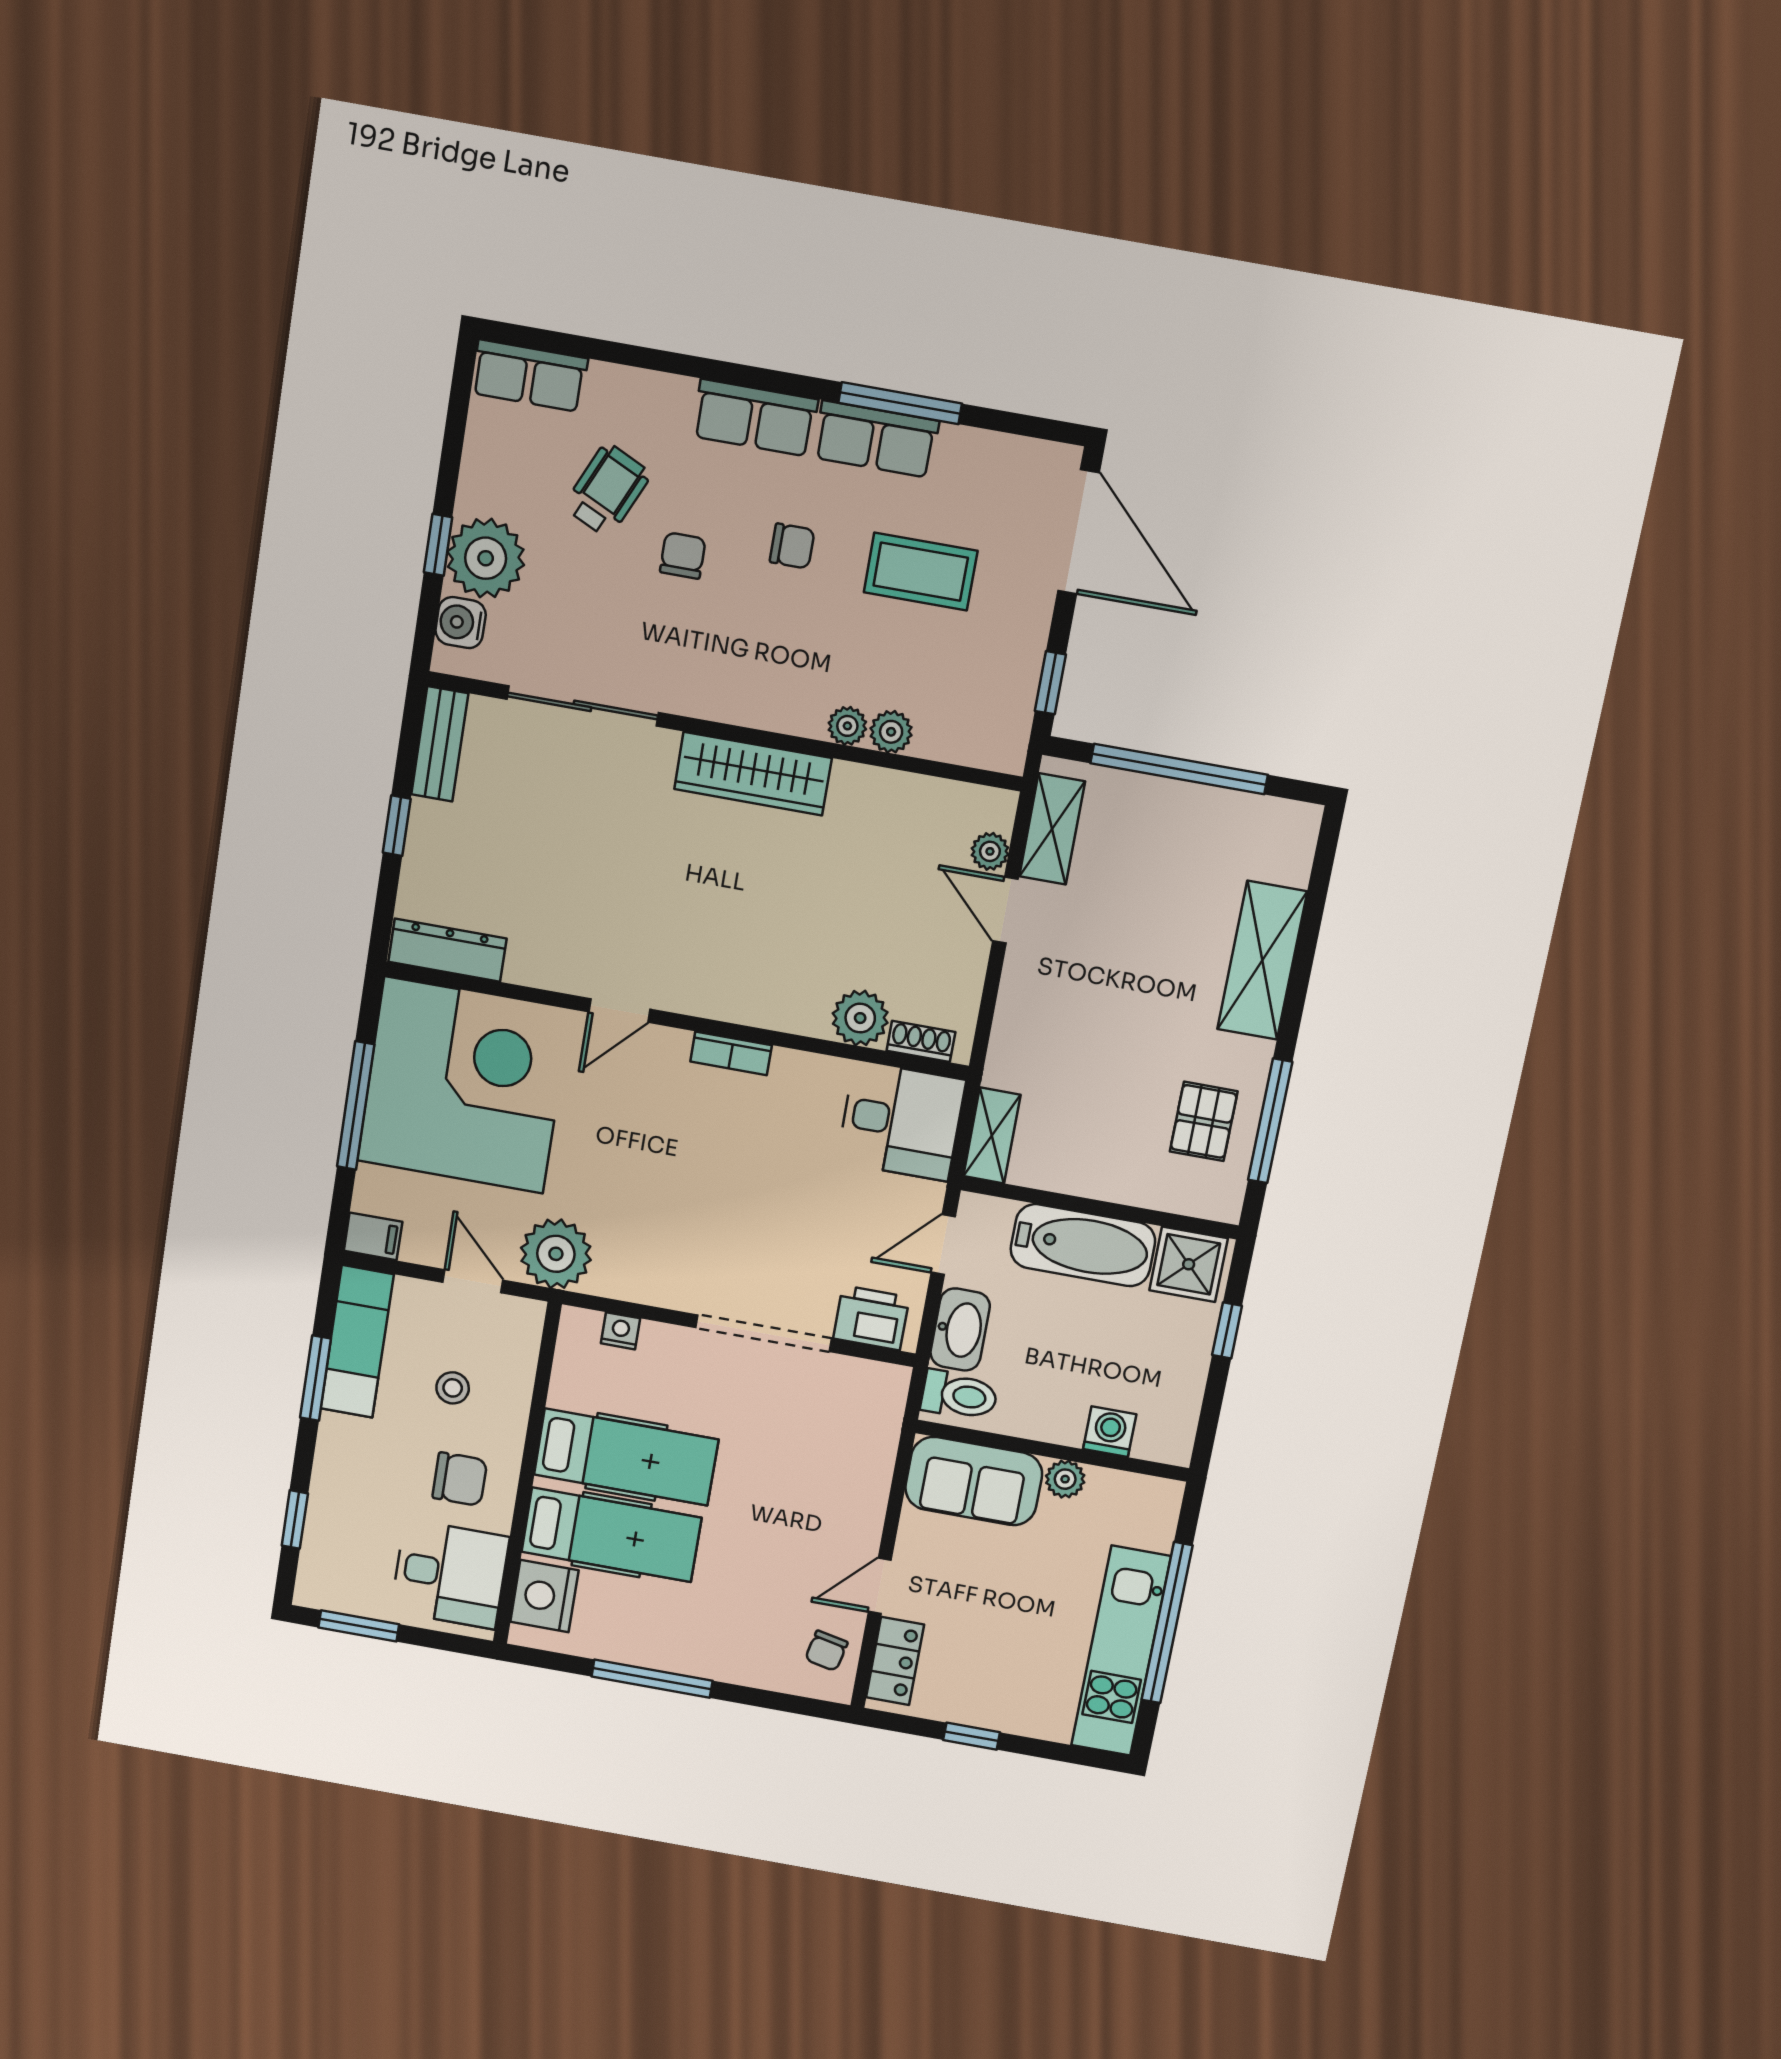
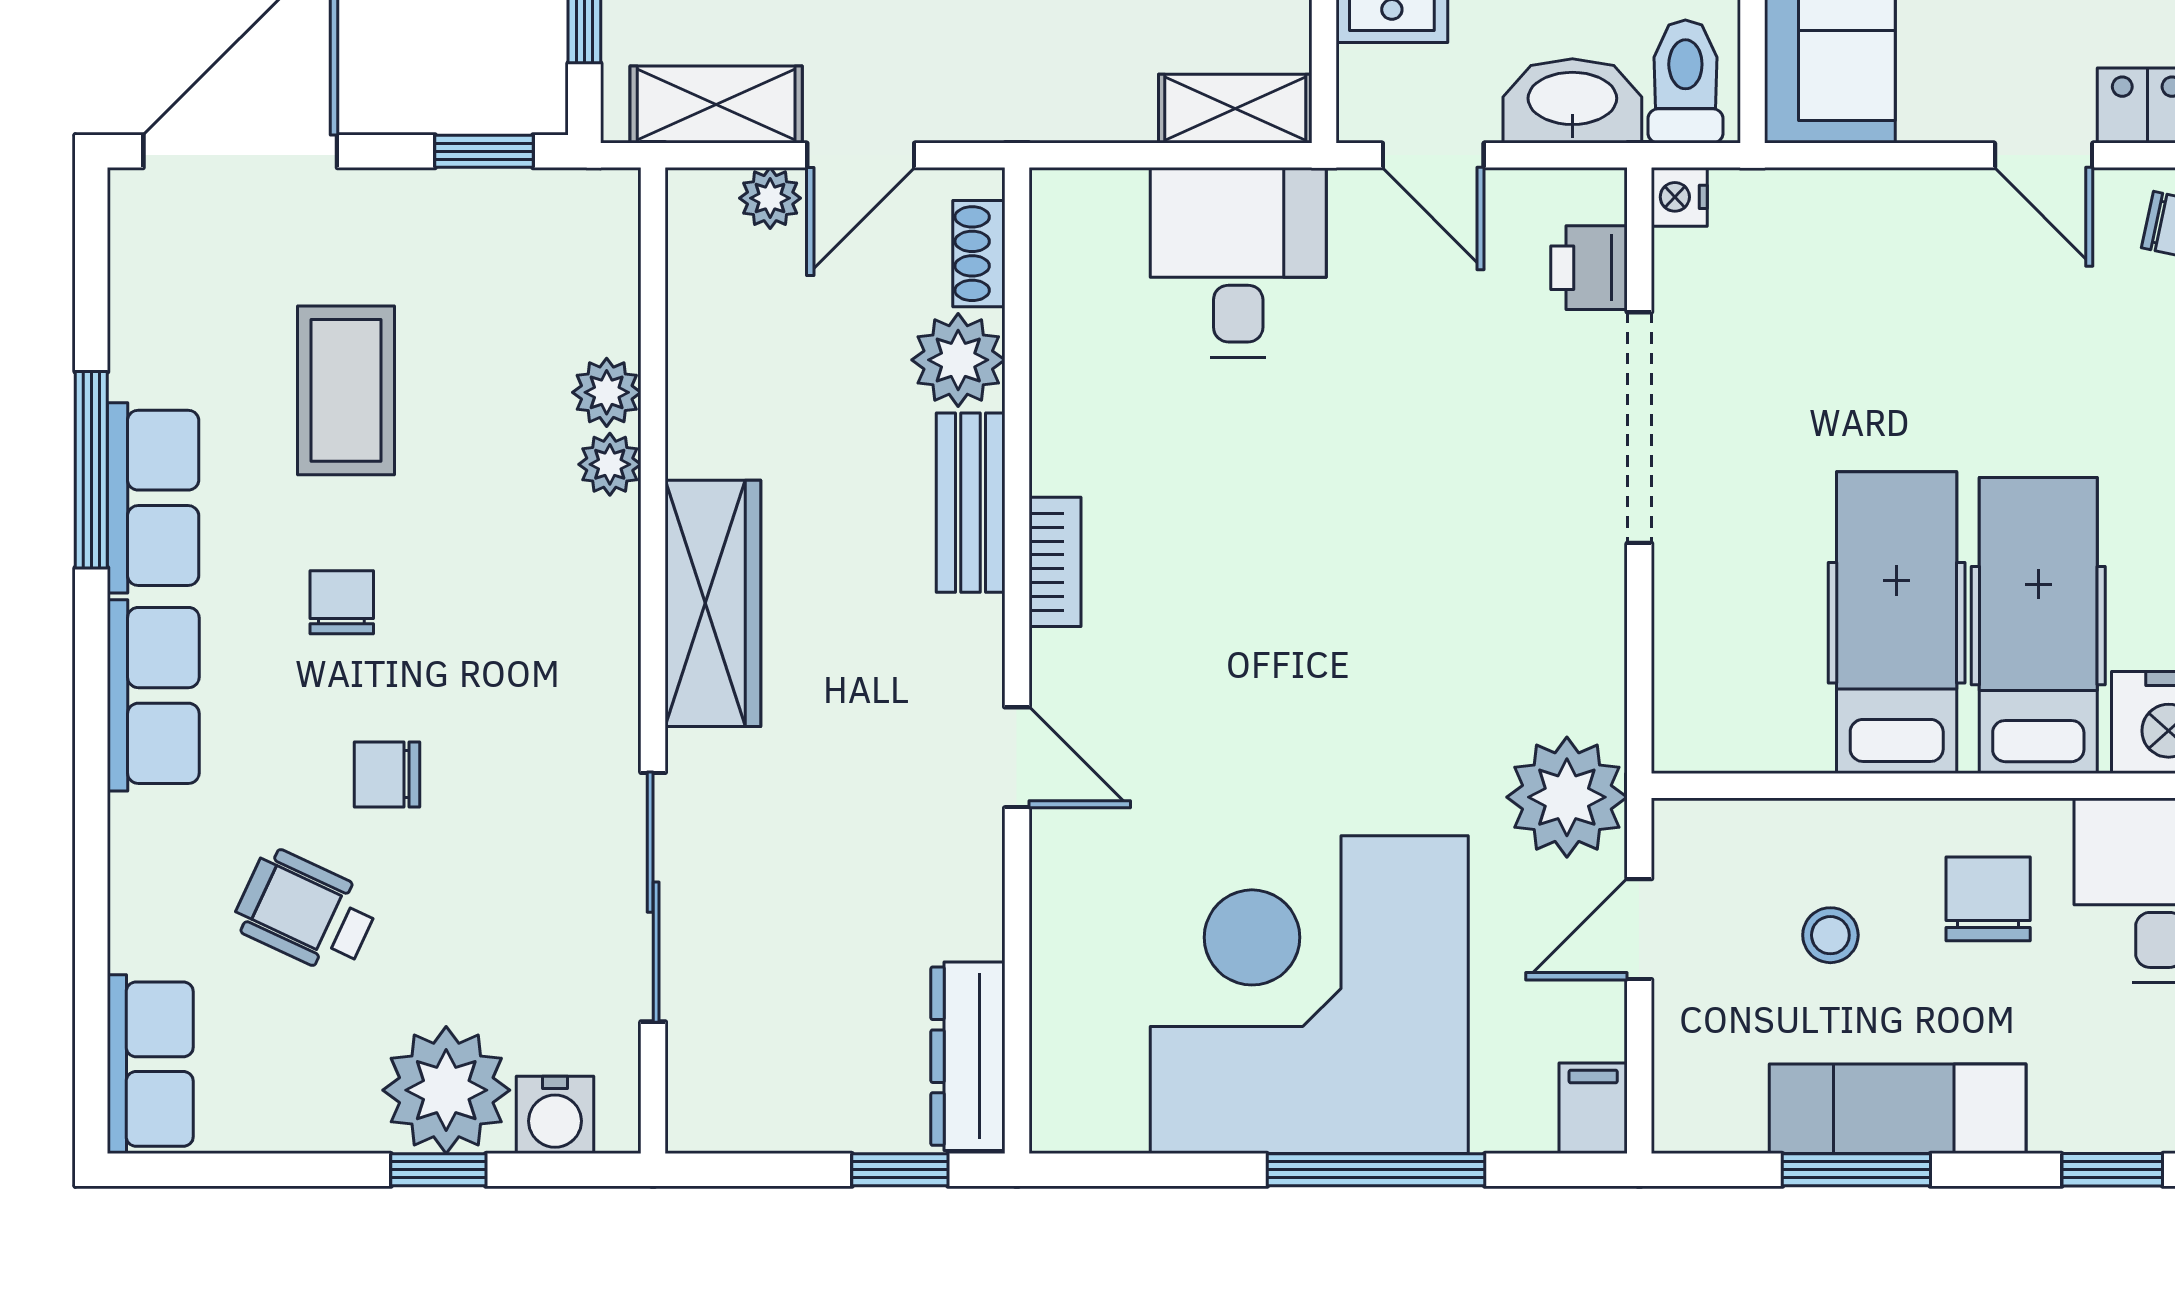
bench: (440, 744) -> (971, 503), moved, turned 90
dresser: (447, 950) -> (968, 1056), moved
door: (619, 1010) -> (1017, 757), moved
plant: (860, 1018) -> (958, 360), moved
wall: (677, 1021) -> (1017, 661), moved
shoe rack: (921, 1041) -> (979, 254), moved
bookcase: (731, 1053) -> (1055, 562), moved
printer: (871, 1318) -> (1589, 268), width x0.73, depth x0.81
nightstand: (621, 1331) -> (1679, 197), moved
exam couch: (357, 1342) -> (1898, 1109), moved

